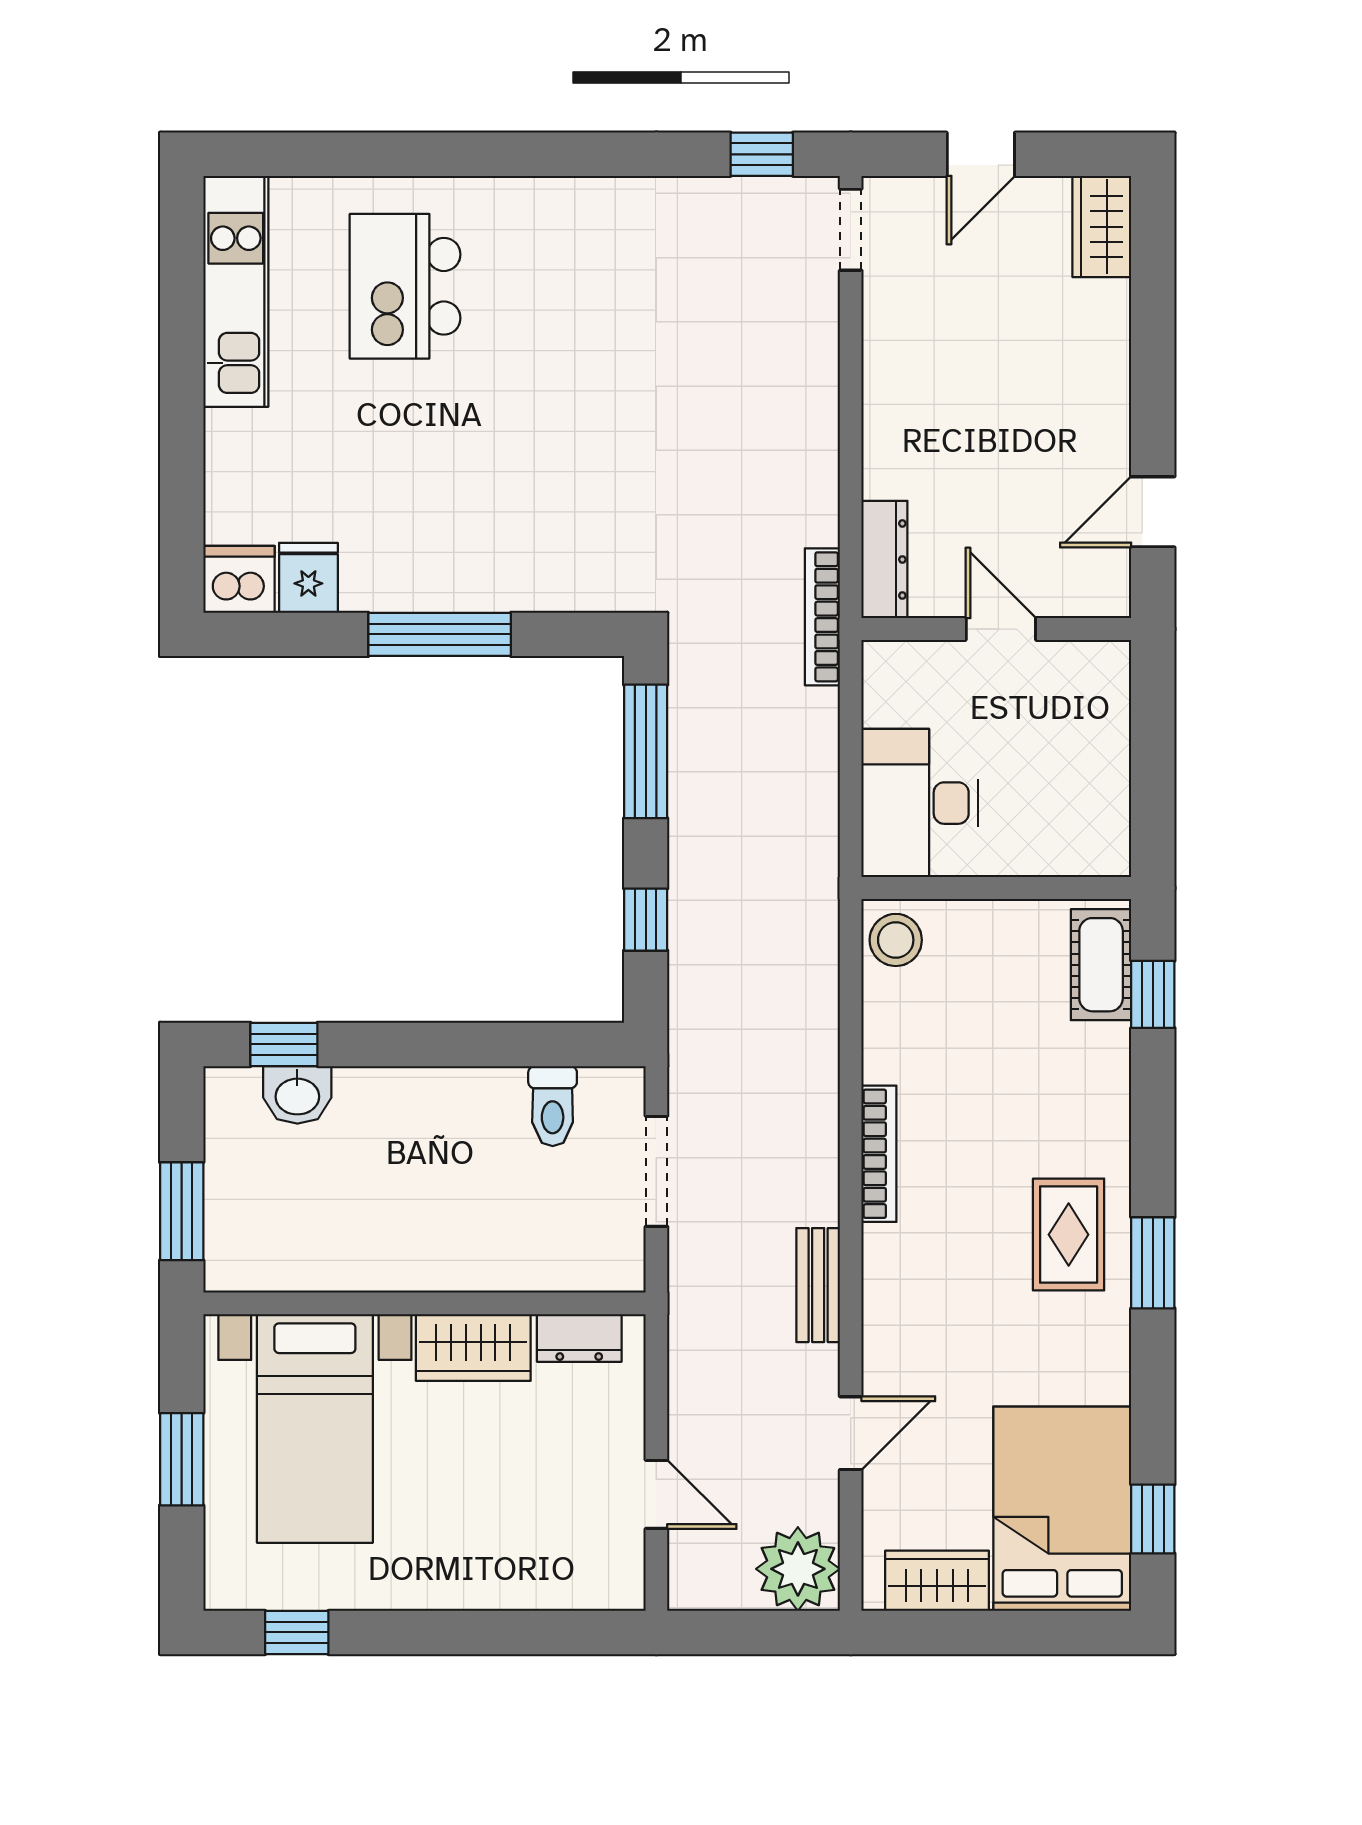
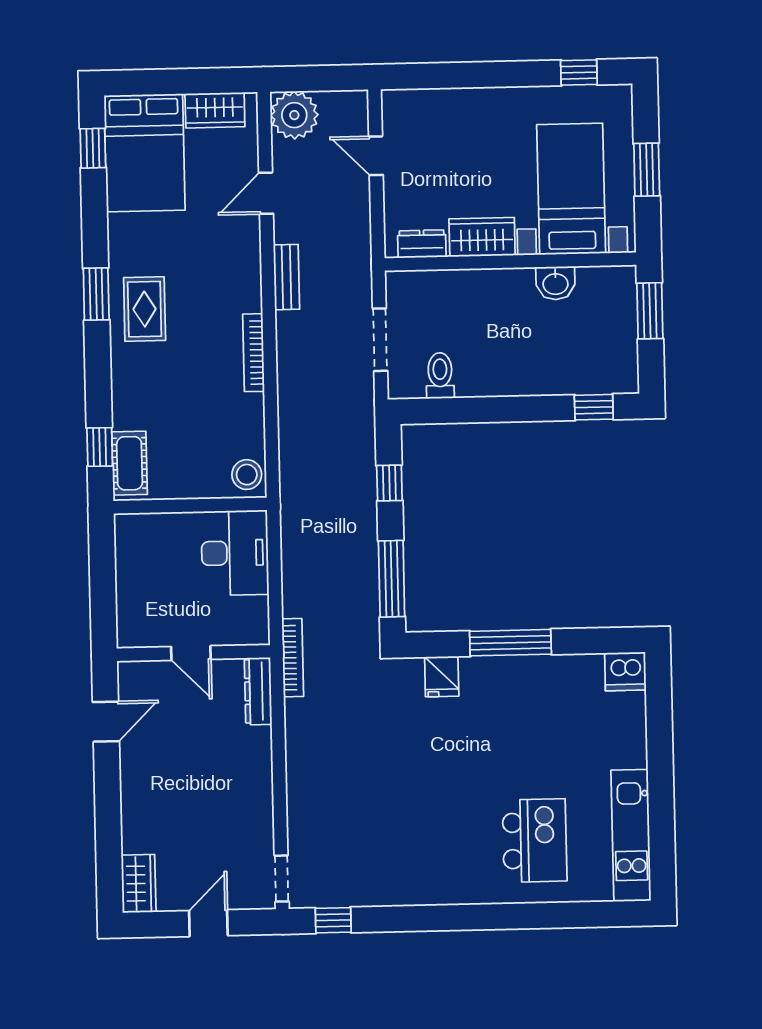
fridge: (308, 578) -> (442, 676), moved
washbasin: (297, 1095) -> (555, 283), moved, turned 180

